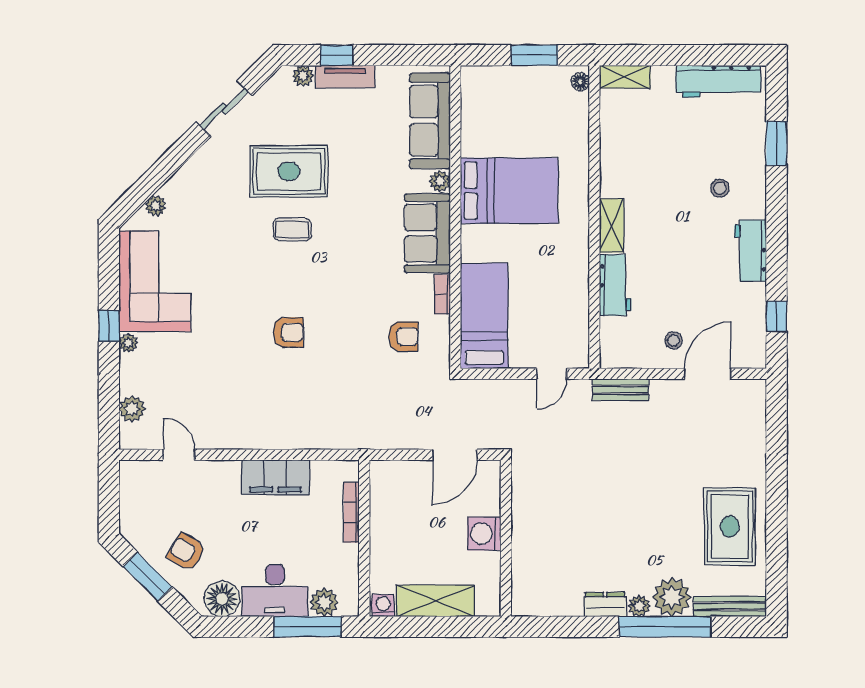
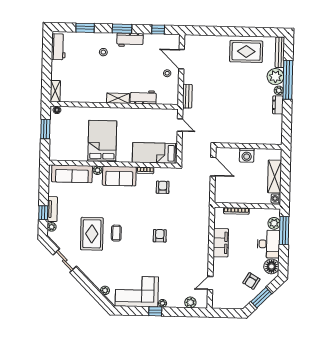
workbench: (718, 81) -> (58, 47), width x0.73
window: (776, 231) -> (122, 29), added

